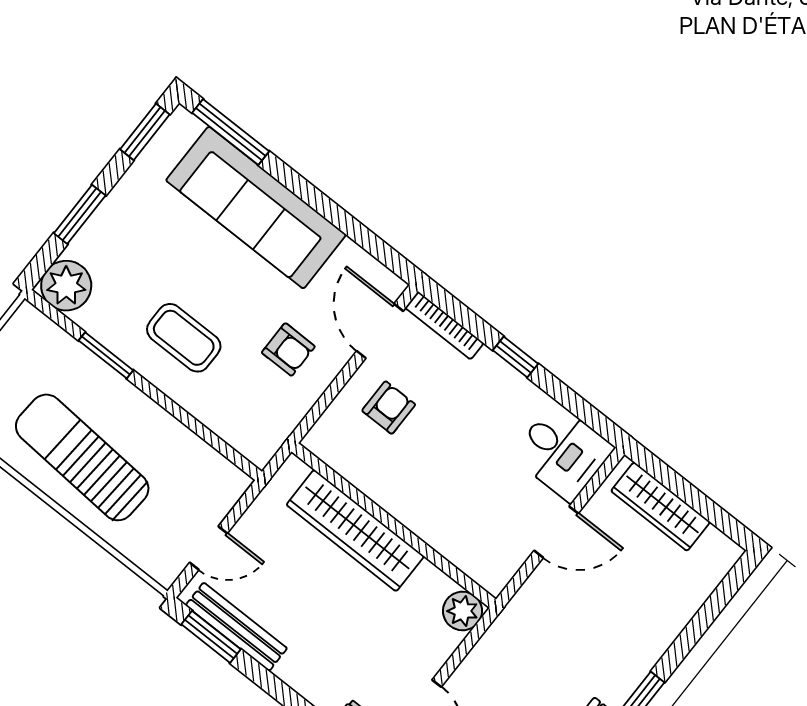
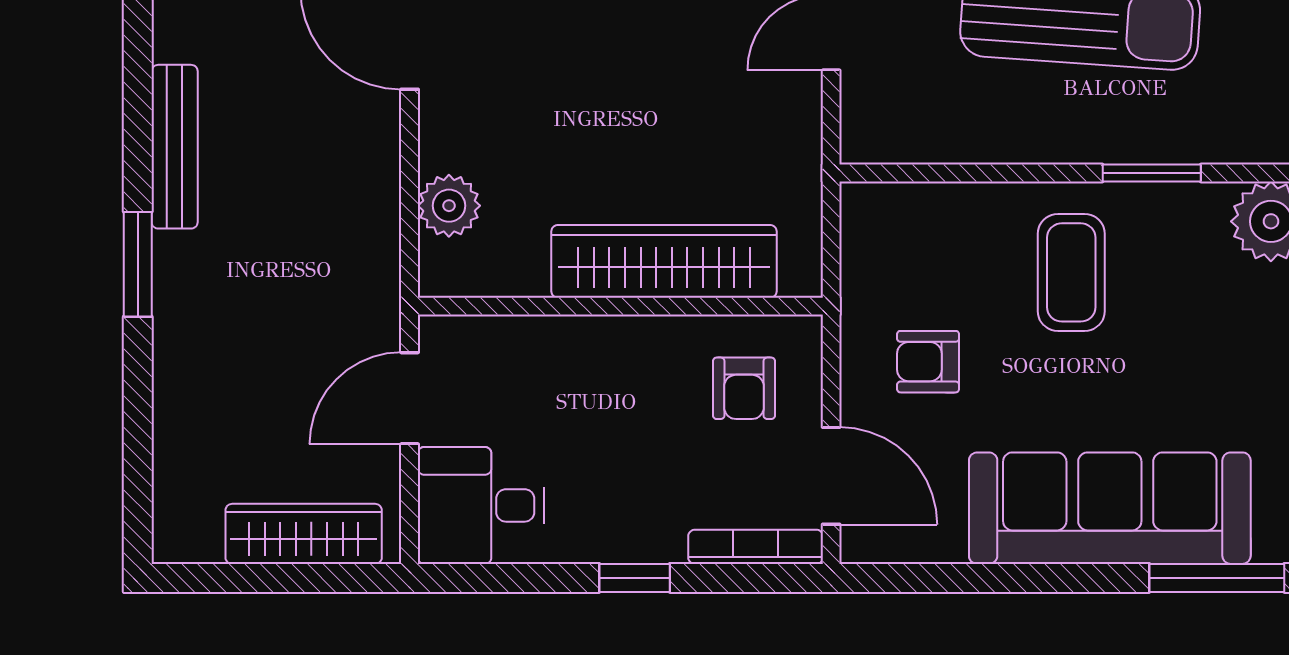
coffee table: (184, 338) -> (1071, 272), turned 90
wall: (394, 525) -> (620, 306), moved
wardrobe: (355, 530) -> (664, 261), moved

